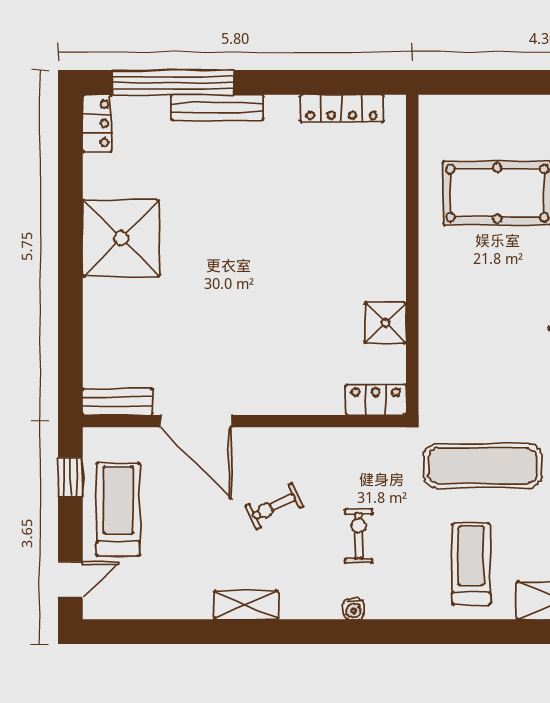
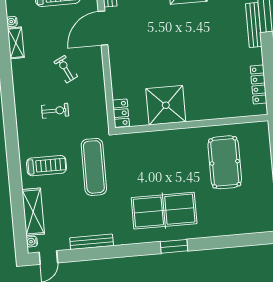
shower: (385, 323) -> (166, 105), width x1.86, depth x1.86
shelving: (246, 605) -> (16, 43), moved
water cooler: (354, 609) -> (12, 22), moved

